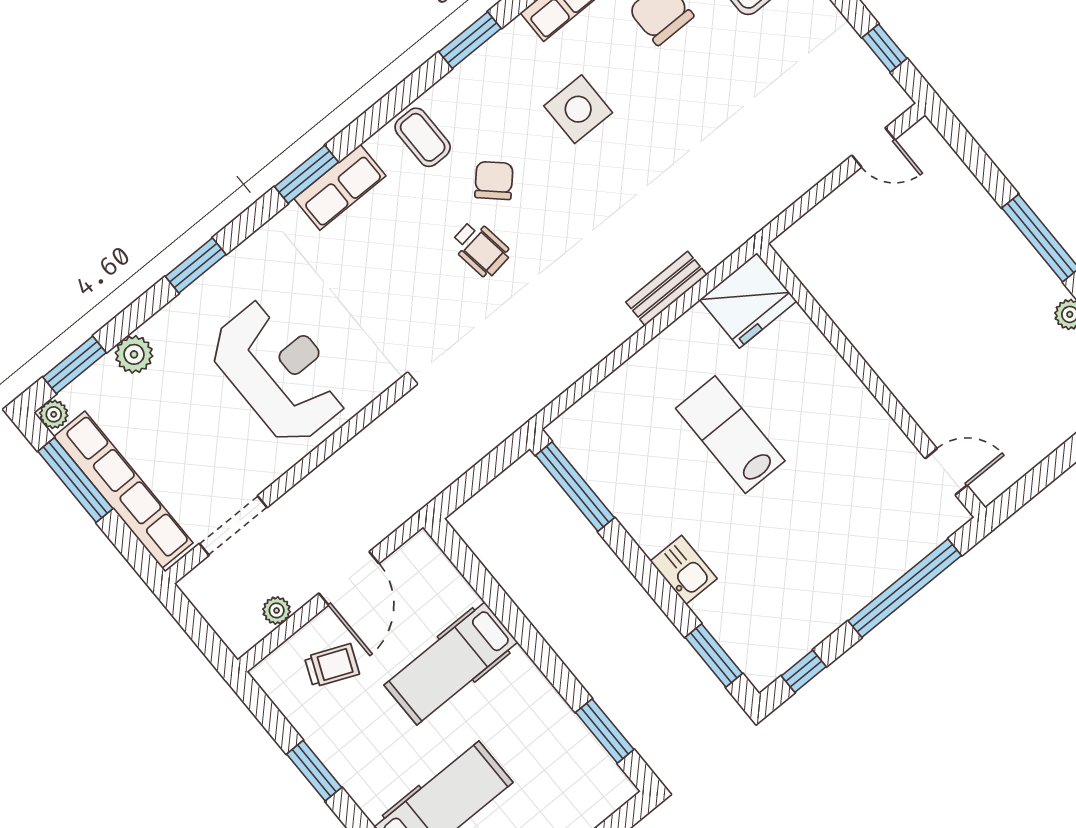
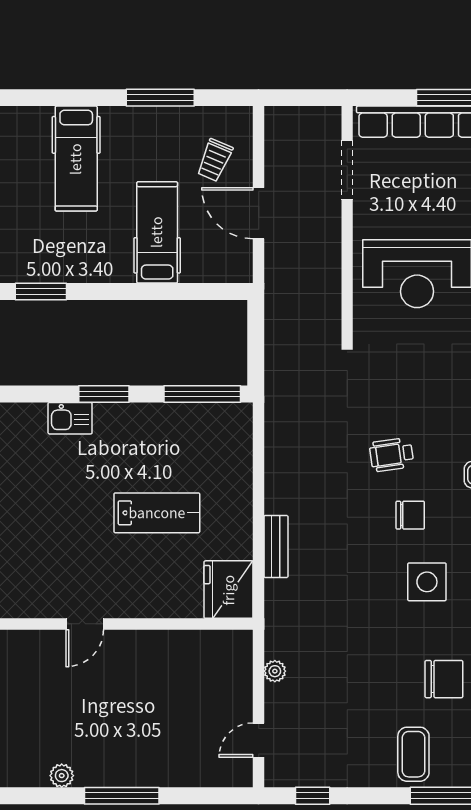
chair: (494, 180) -> (410, 515), moved, turned -43
door: (946, 472) -> (85, 624), moved
kitchen sink: (684, 570) -> (70, 418), moved
plant: (277, 610) -> (275, 671), moved
window: (714, 655) -> (104, 394), moved
window: (314, 771) -> (160, 98), width x1.44

